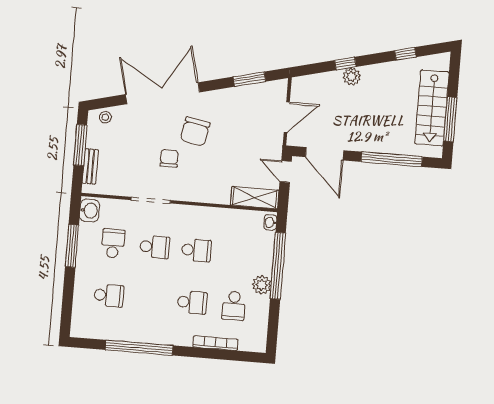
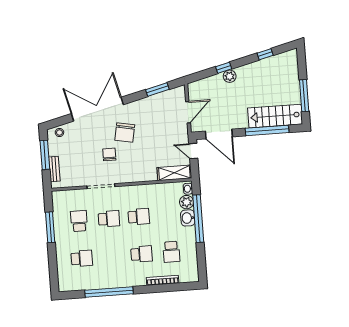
stairs: (432, 108) -> (275, 116), moved, turned 90
washbasin: (89, 210) -> (188, 218), moved, turned 180
plant: (262, 285) -> (187, 202), moved

